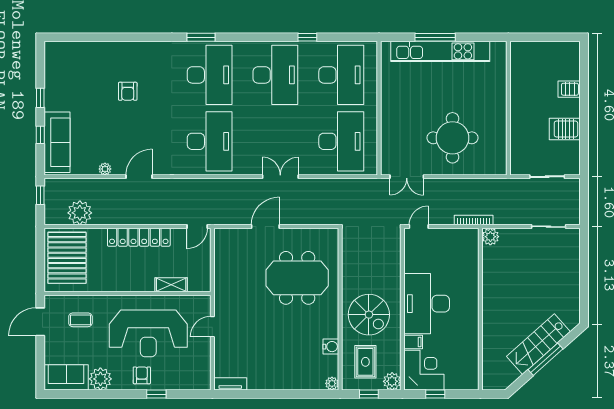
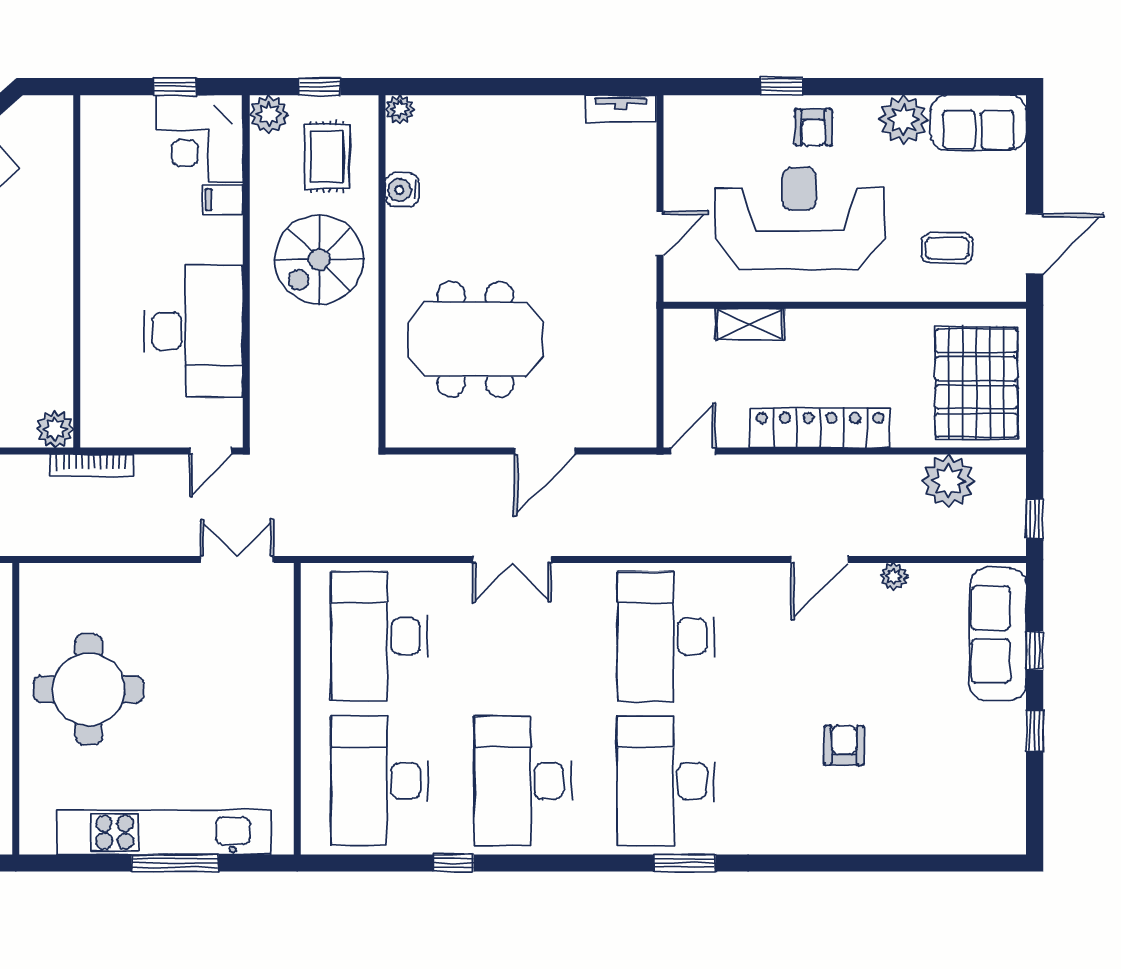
round table: (452, 138) -> (89, 689), moved
desk: (427, 304) -> (194, 331), moved
spiral stairs: (369, 315) -> (319, 259), turned -90

